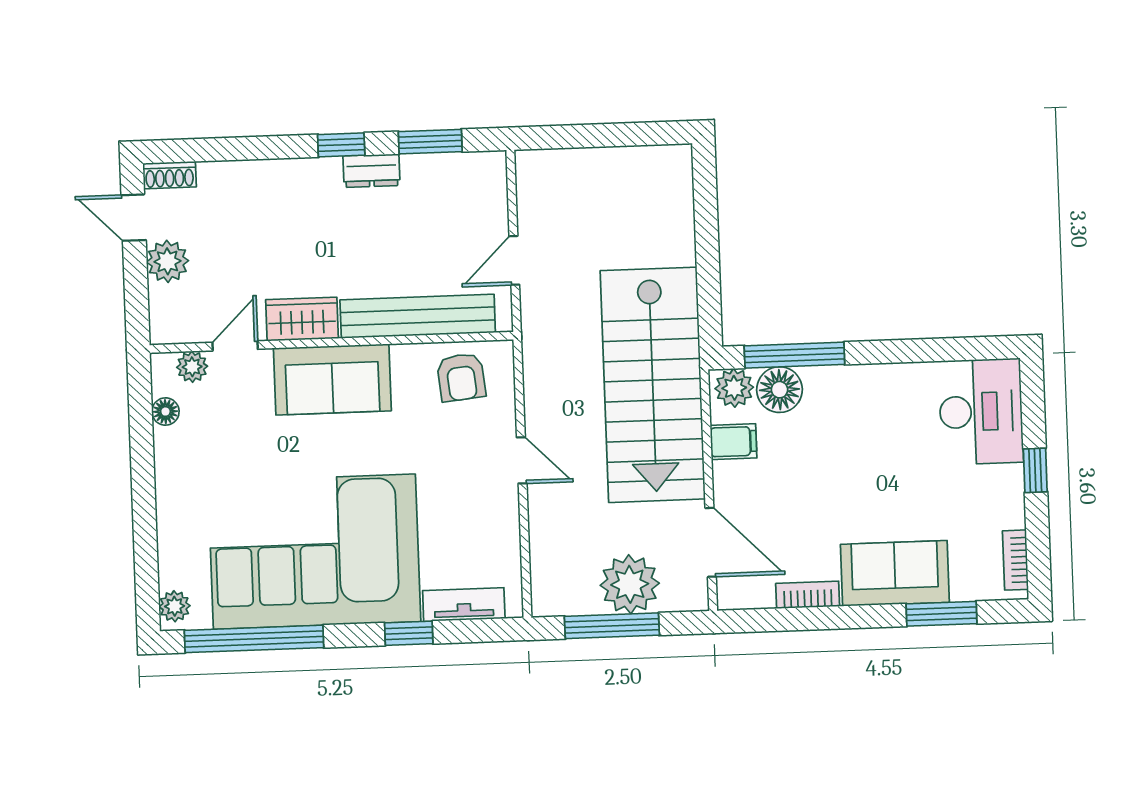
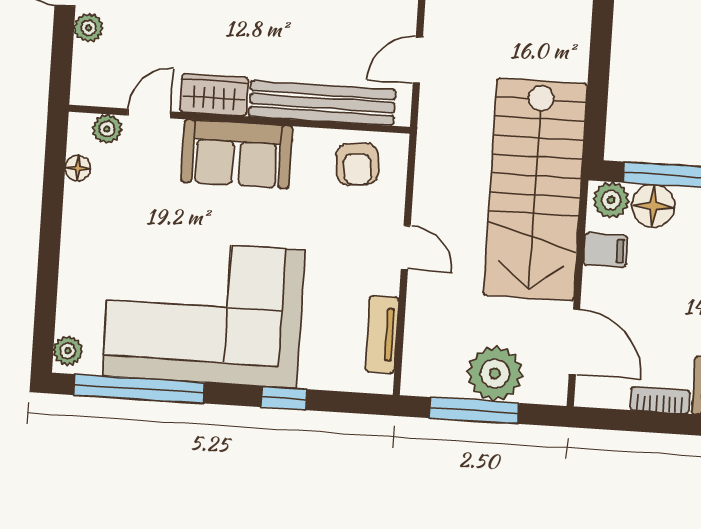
plant: (167, 261) -> (89, 28), width x0.73, depth x0.73
tv unit: (464, 605) -> (382, 334), moved, turned -90

